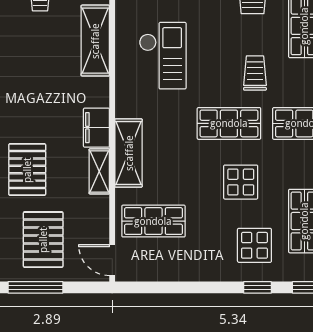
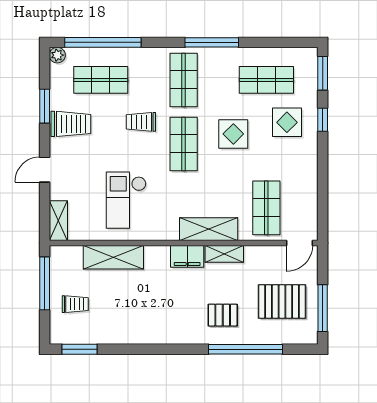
checkout: (163, 56) -> (126, 200), turned -90
pallet: (27, 170) -> (223, 315), width x0.67, depth x0.71

